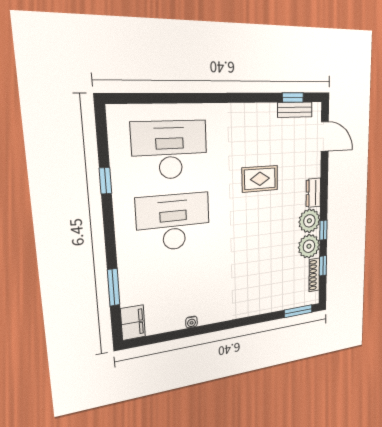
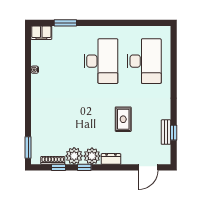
window: (293, 97) -> (174, 133), moved
bench: (295, 110) -> (166, 132), moved
window: (105, 181) -> (129, 23), removed

